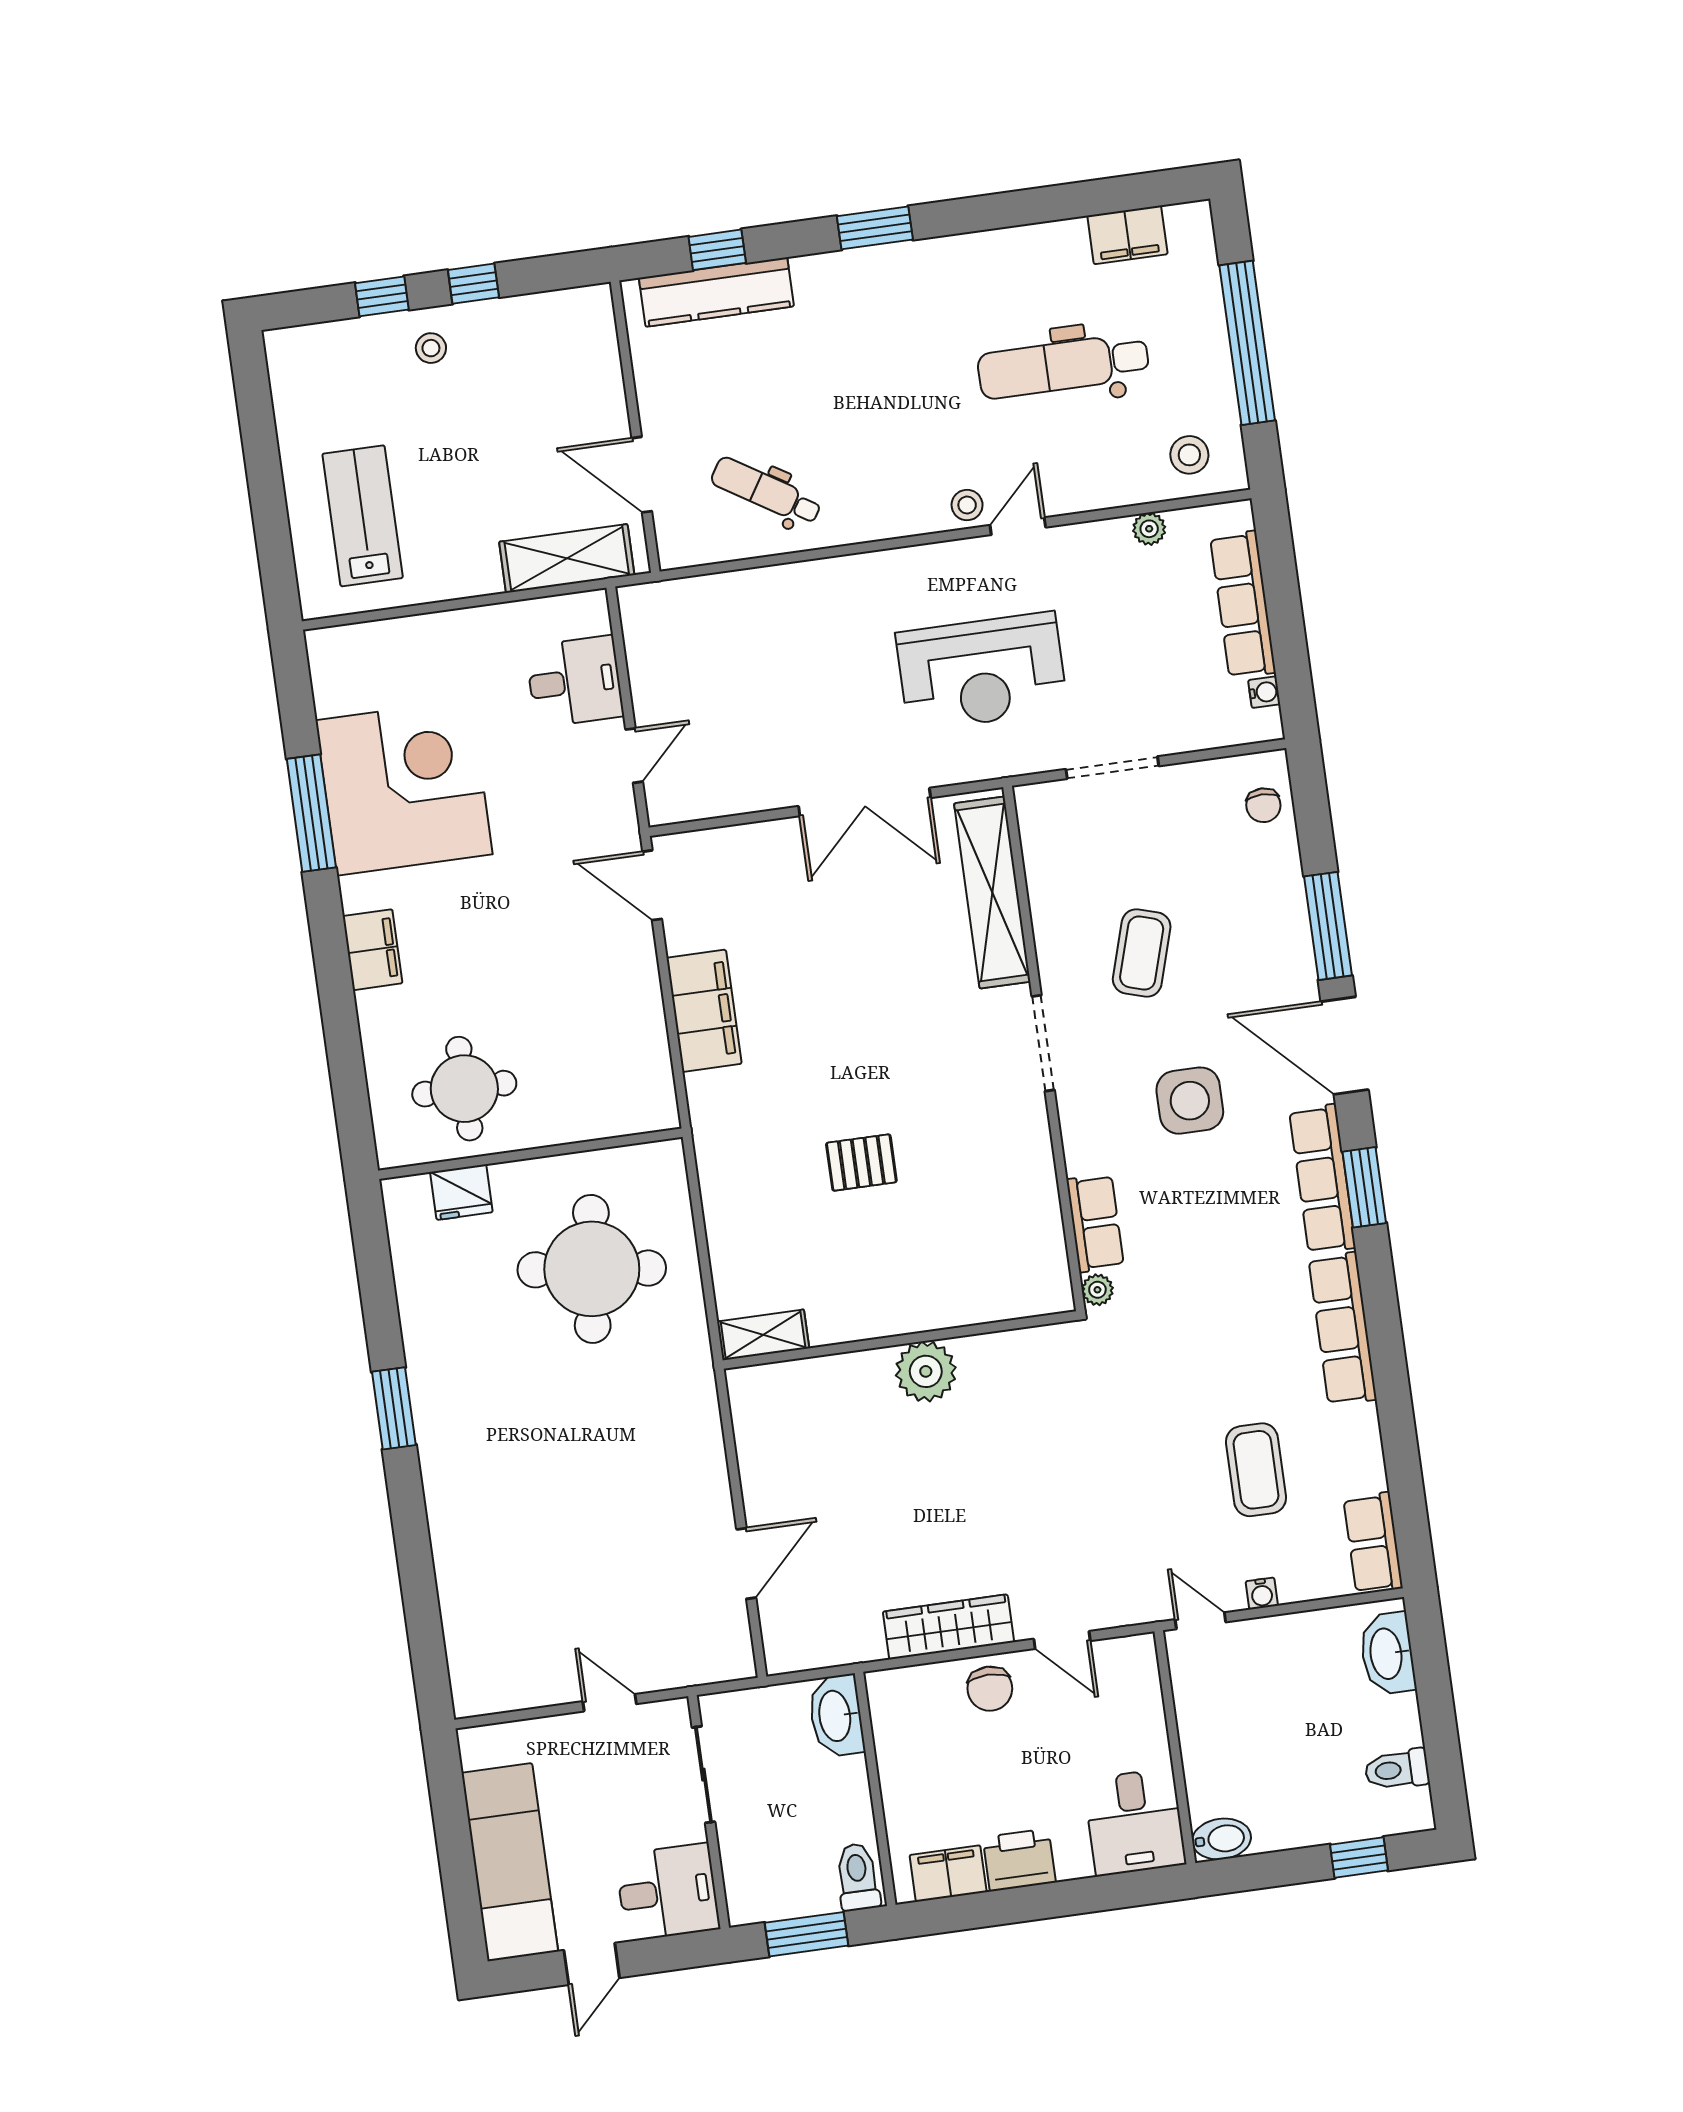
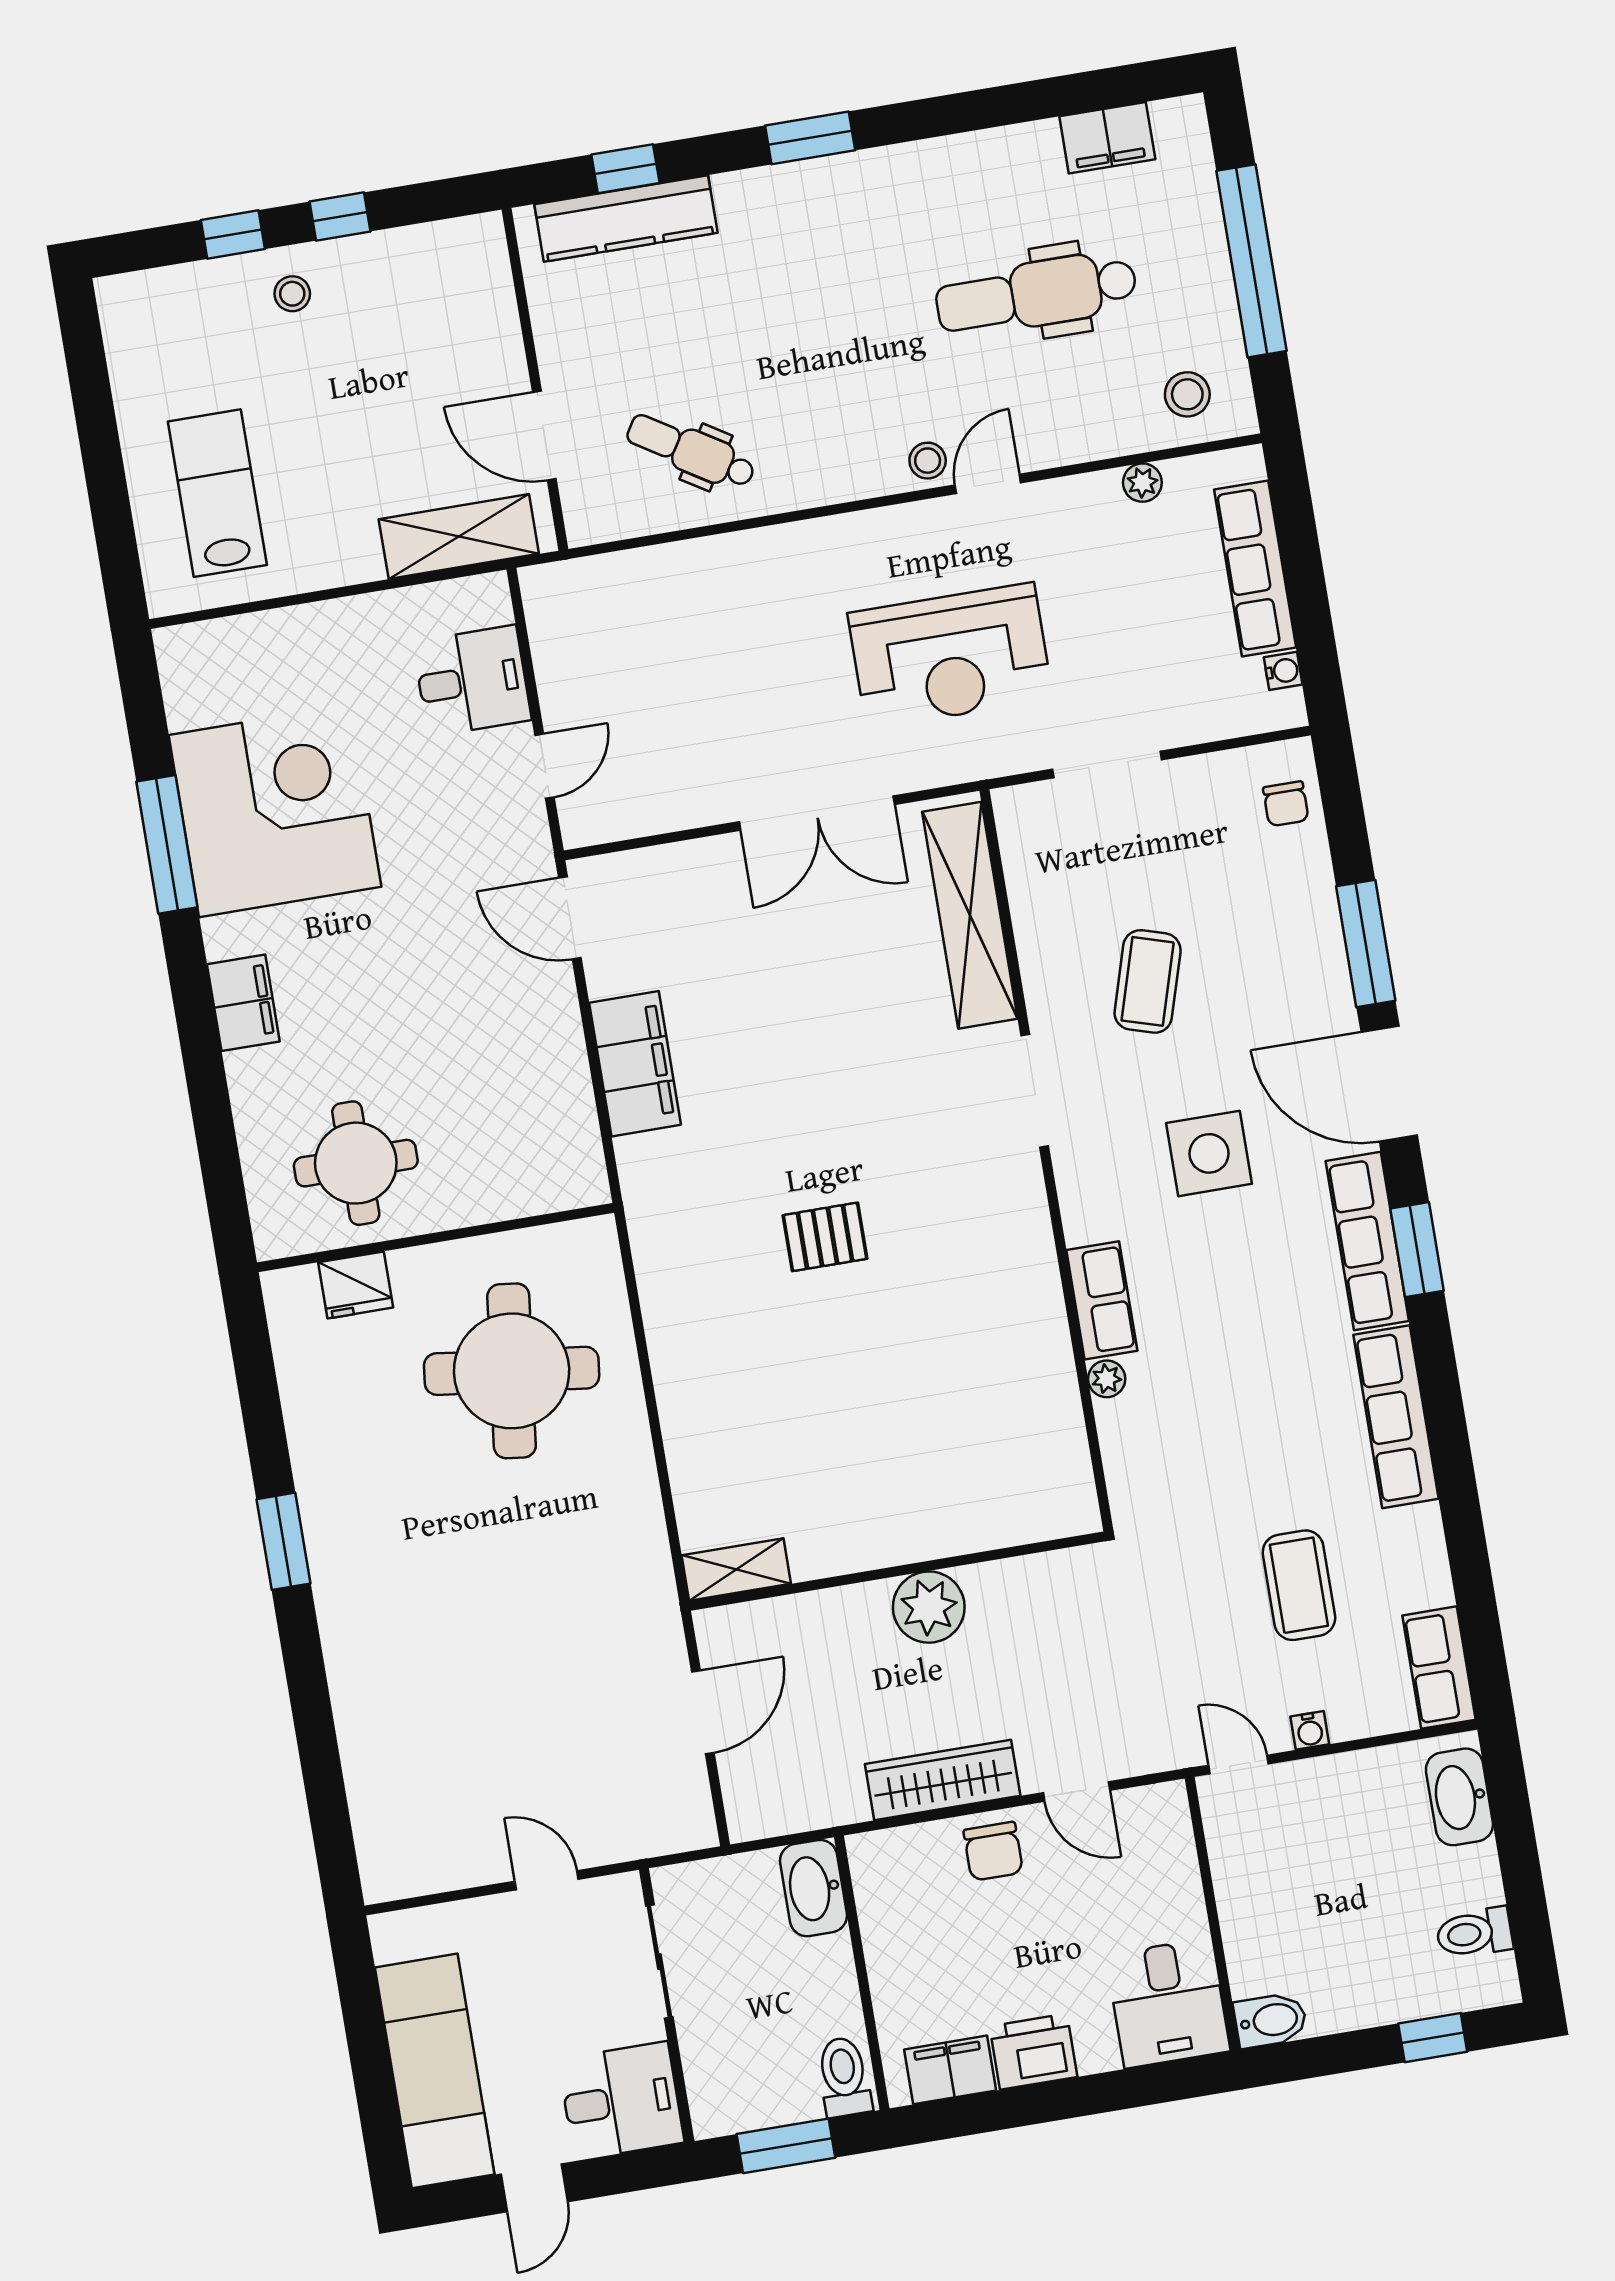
shelving: (763, 1335) -> (736, 1570), moved
wall: (900, 1340) -> (897, 1571), moved
plant: (926, 1371) -> (929, 1607), moved

